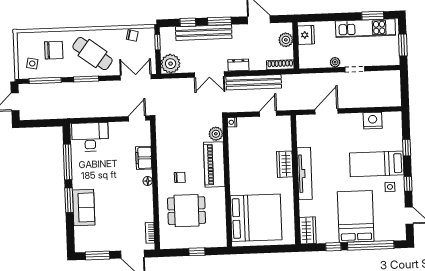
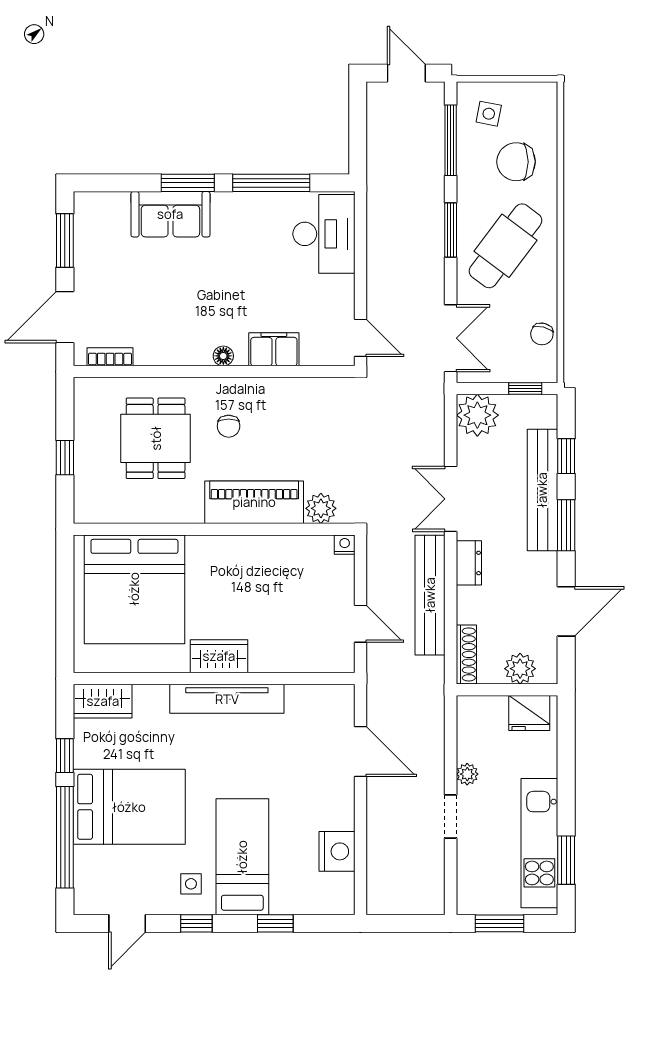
chair: (54, 50) -> (516, 162), turned 90
wardrobe: (285, 164) -> (219, 656), moved

